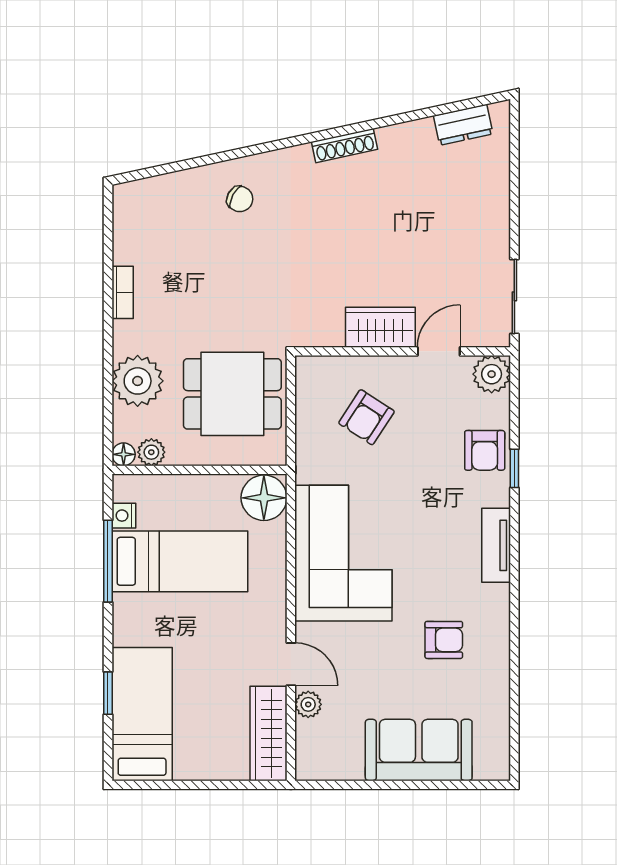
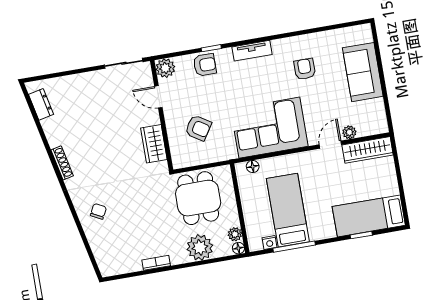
wardrobe: (380, 327) -> (154, 144), moved
floor lamp: (264, 498) -> (253, 167), width x0.53, depth x0.53

